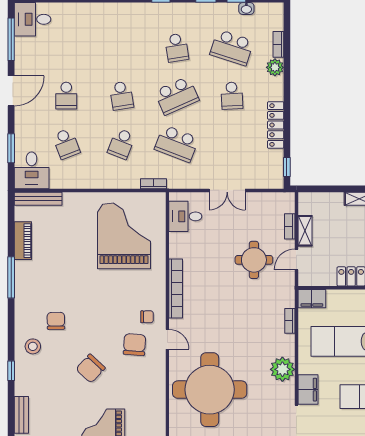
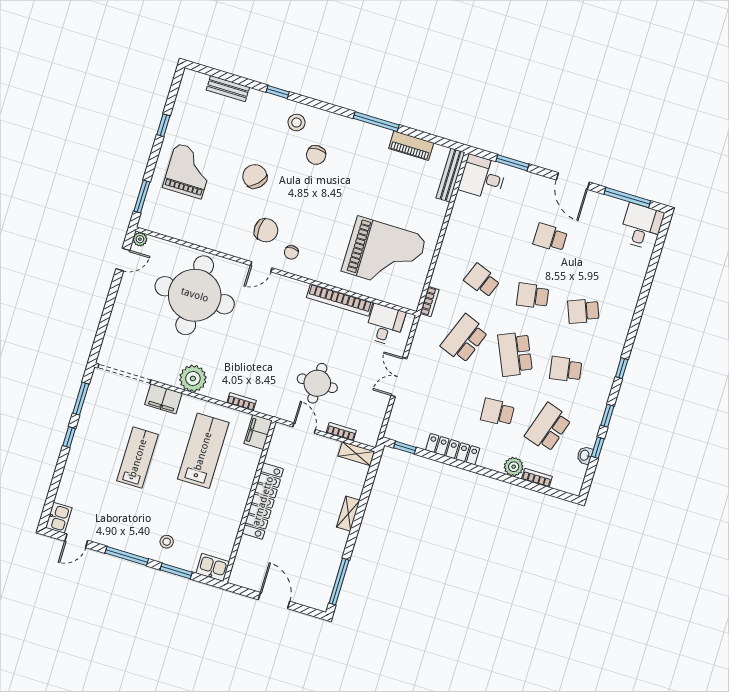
school desk: (66, 144) -> (583, 311), moved
shelving: (305, 231) -> (356, 454), moved
bookcase: (176, 288) -> (340, 300), moved
chair: (56, 321) -> (316, 155), turned 91

